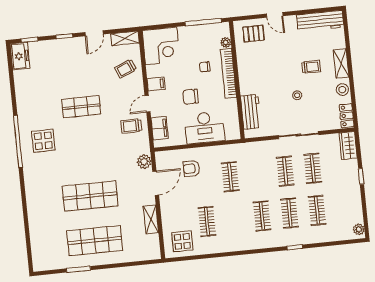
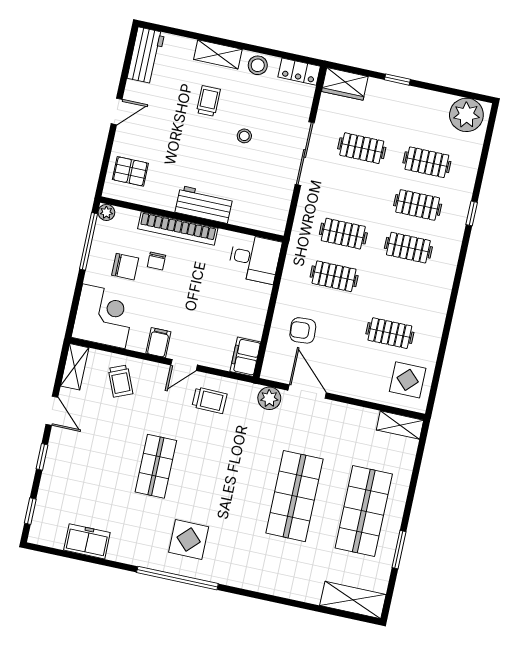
door: (275, 15) -> (117, 111), moved
workbench: (320, 21) -> (146, 55), width x0.73
pallet: (254, 34) -> (130, 171), turned 90
plant: (226, 42) -> (106, 212), moved
freezer: (20, 56) -> (87, 541), moved
chair: (191, 97) -> (125, 267), moved, turned -90
door: (148, 104) -> (184, 365), hinge flipped
workbench: (251, 112) -> (204, 204), moved
trolley: (131, 126) -> (209, 400), turned -89
filing cabinet: (160, 128) -> (245, 357), moved, turned -90
desk: (205, 128) -> (255, 259), moved, width x0.73
armchair: (192, 169) -> (303, 330), turned 86
clothes rail: (285, 171) -> (343, 234), moved
shelving: (151, 220) -> (400, 425), moved
plant: (359, 229) -> (466, 115), width x1.87, depth x1.87
shelving: (39, 251) -> (353, 600), added

